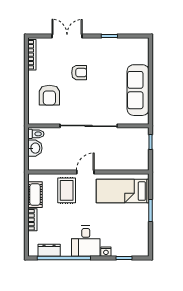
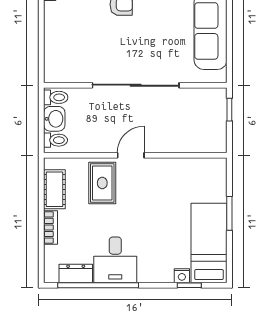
armchair: (49, 95) -> (76, 39), removed
toilet: (36, 162) -> (56, 140), added
bed: (123, 191) -> (209, 243), moved, turned 90
desk: (86, 241) -> (115, 260), moved
nightstand: (106, 252) -> (182, 276), moved

